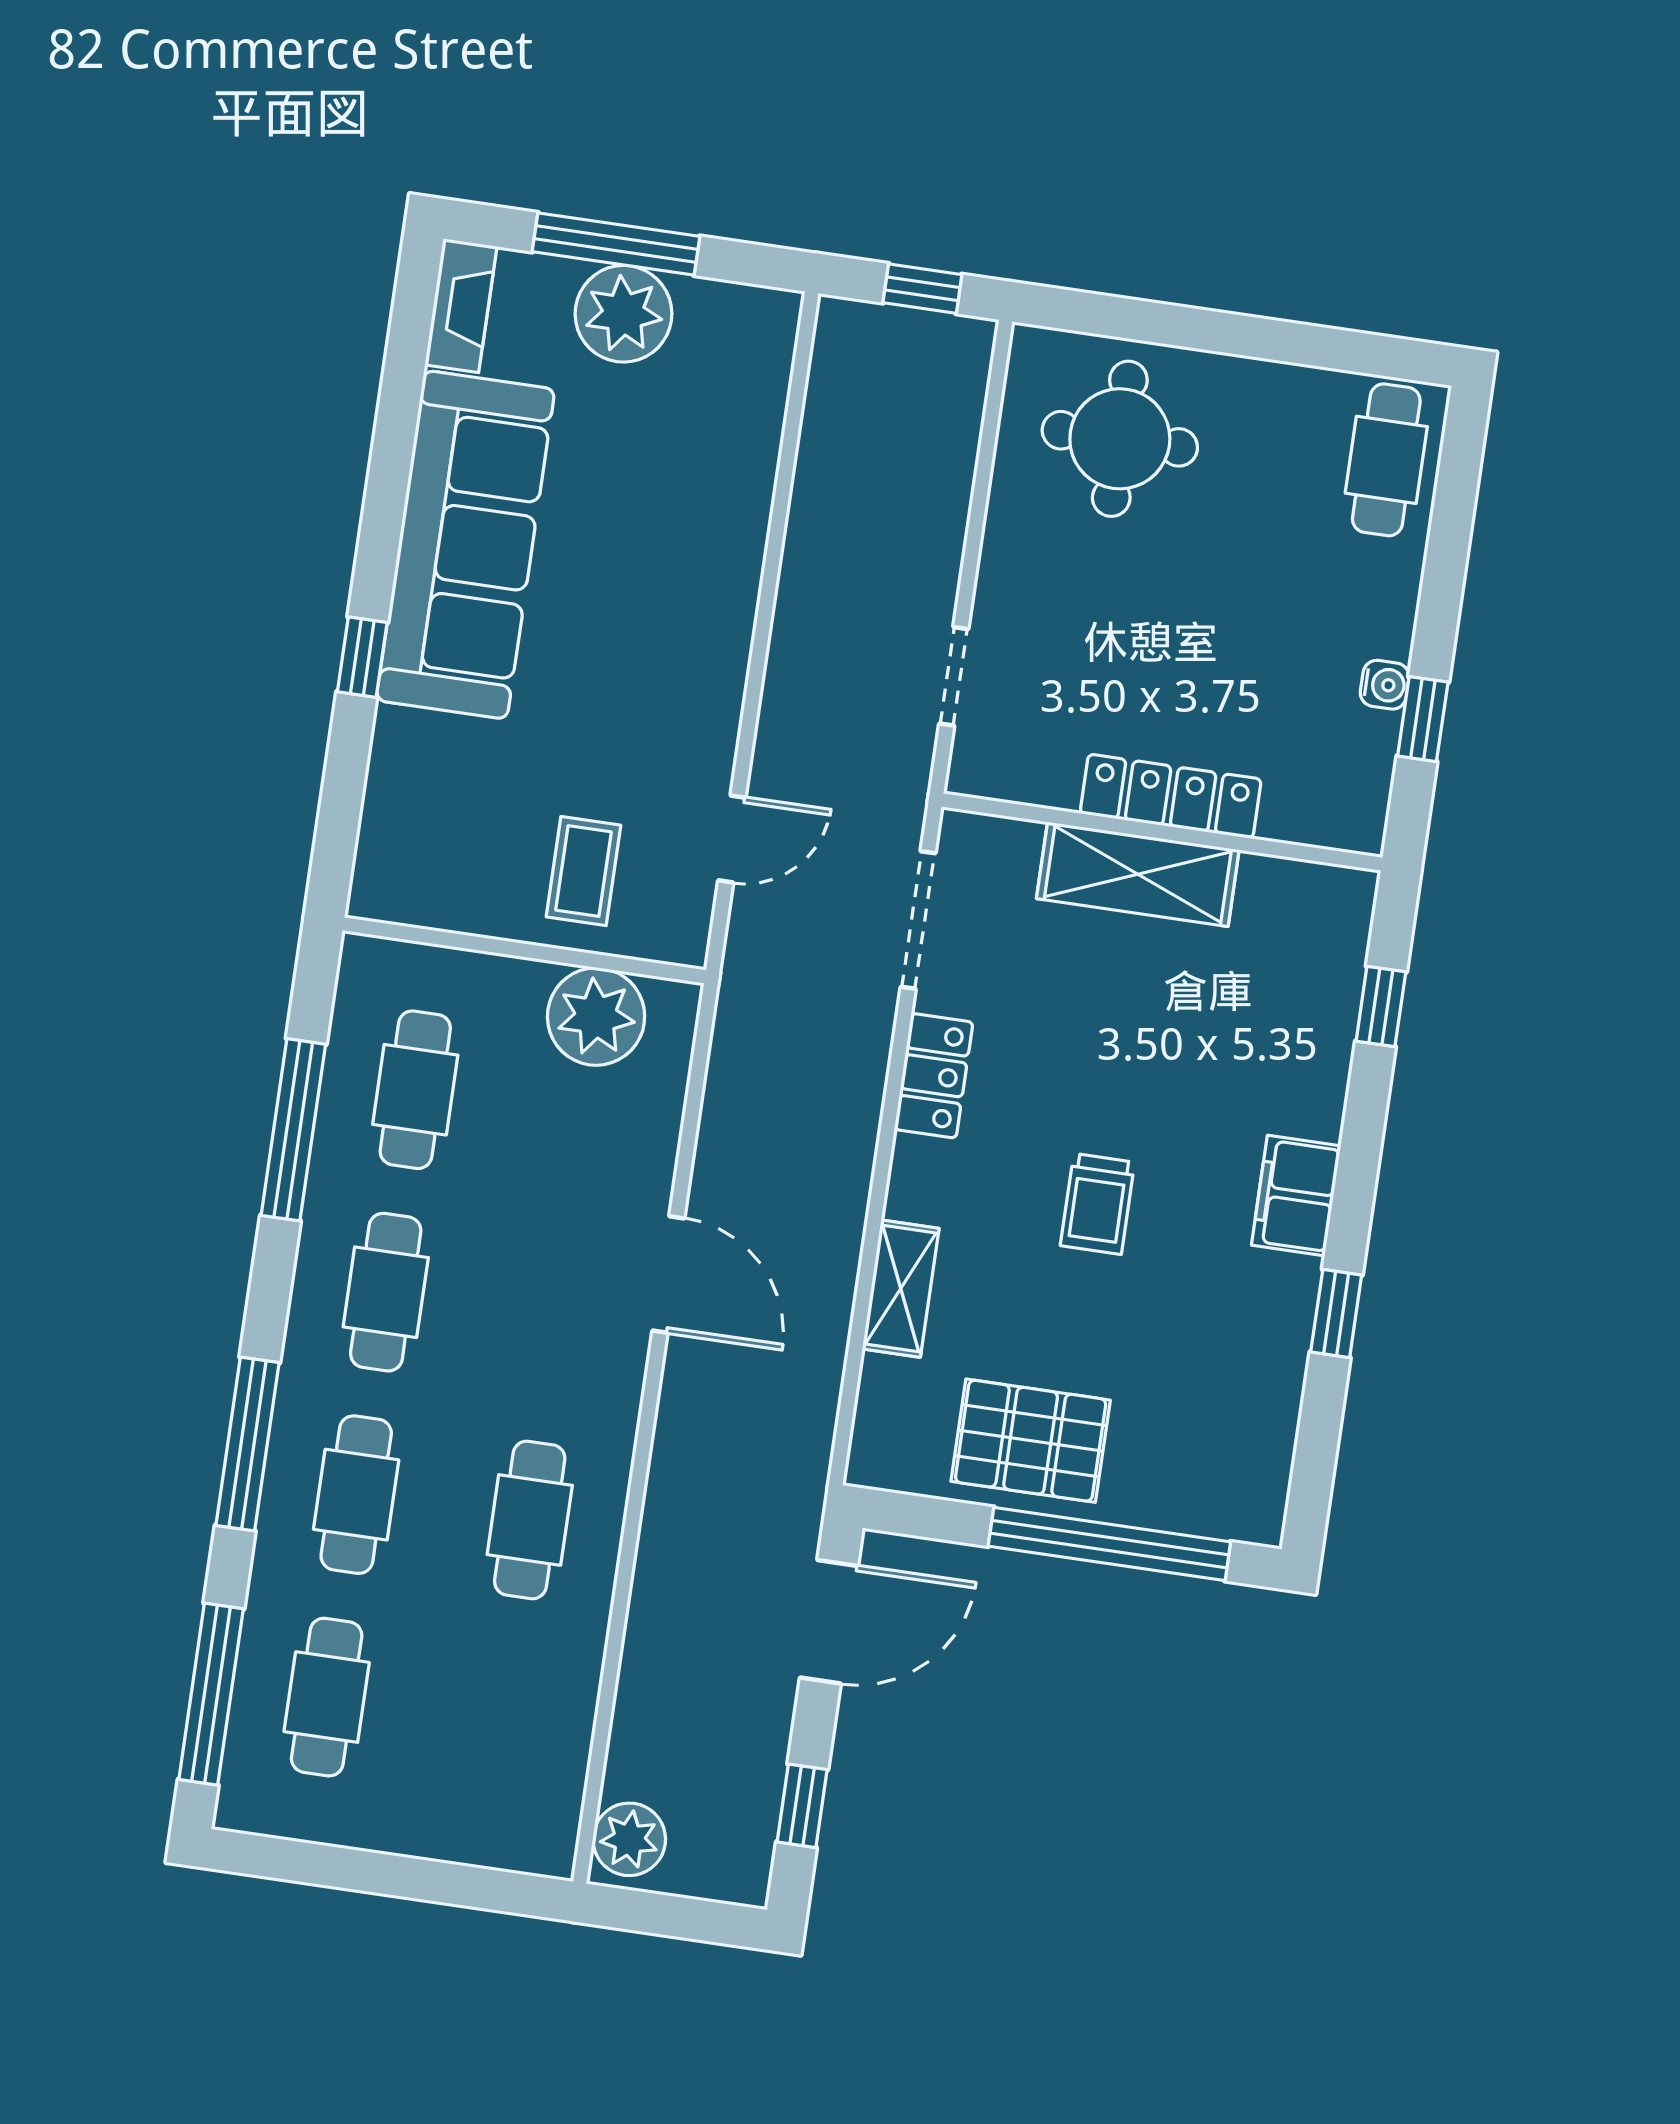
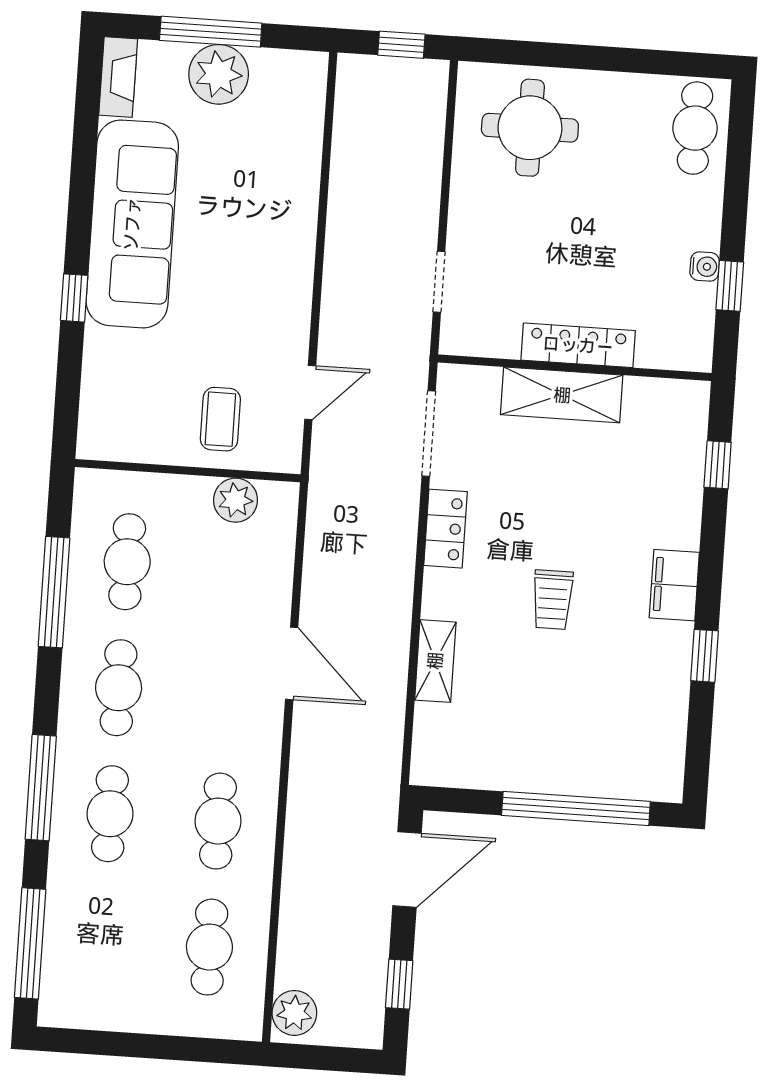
plant: (596, 1017) -> (236, 500), width x0.73, depth x0.73
pallet: (1031, 1441) -> (522, 749), removed
cafe table: (327, 1697) -> (209, 947), moved

